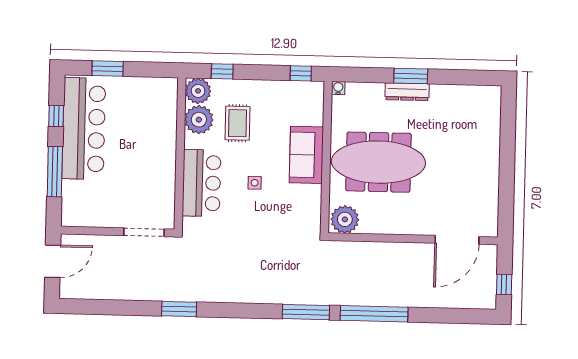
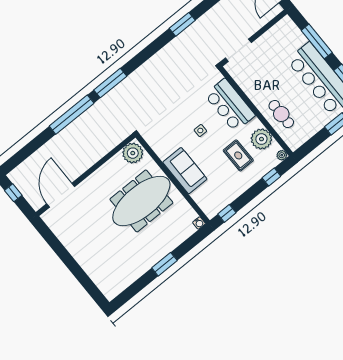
plant: (198, 91) -> (282, 155), width x0.53, depth x0.53
dresser: (407, 92) -> (159, 254), removed
cafe table: (156, 128) -> (281, 114), added

